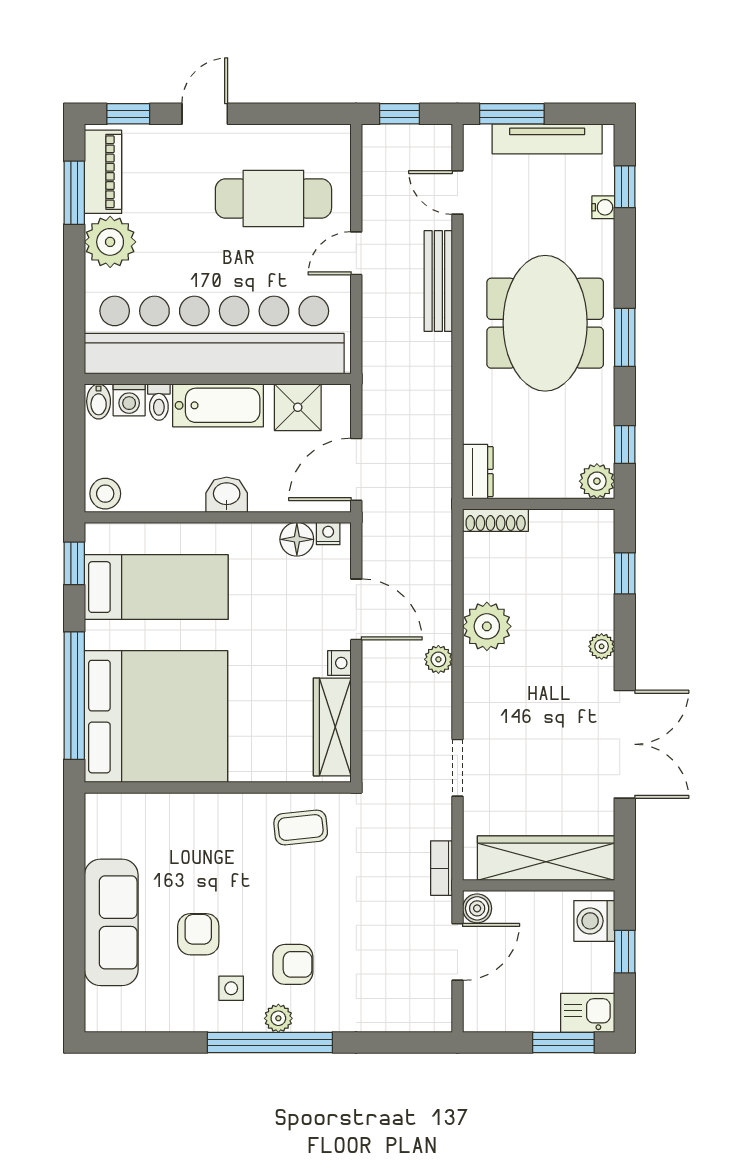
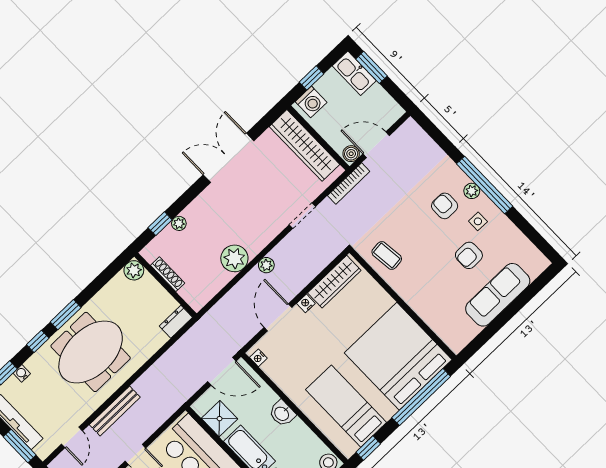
window: (625, 445) -> (38, 341), moved
shoe rack: (496, 520) -> (168, 274), moved
floor lamp: (297, 539) -> (273, 368), removed
plant: (602, 646) -> (179, 223), moved
bookcase: (442, 868) -> (349, 183), width x1.56
kitchen sink: (588, 1013) -> (354, 73), width x1.38

